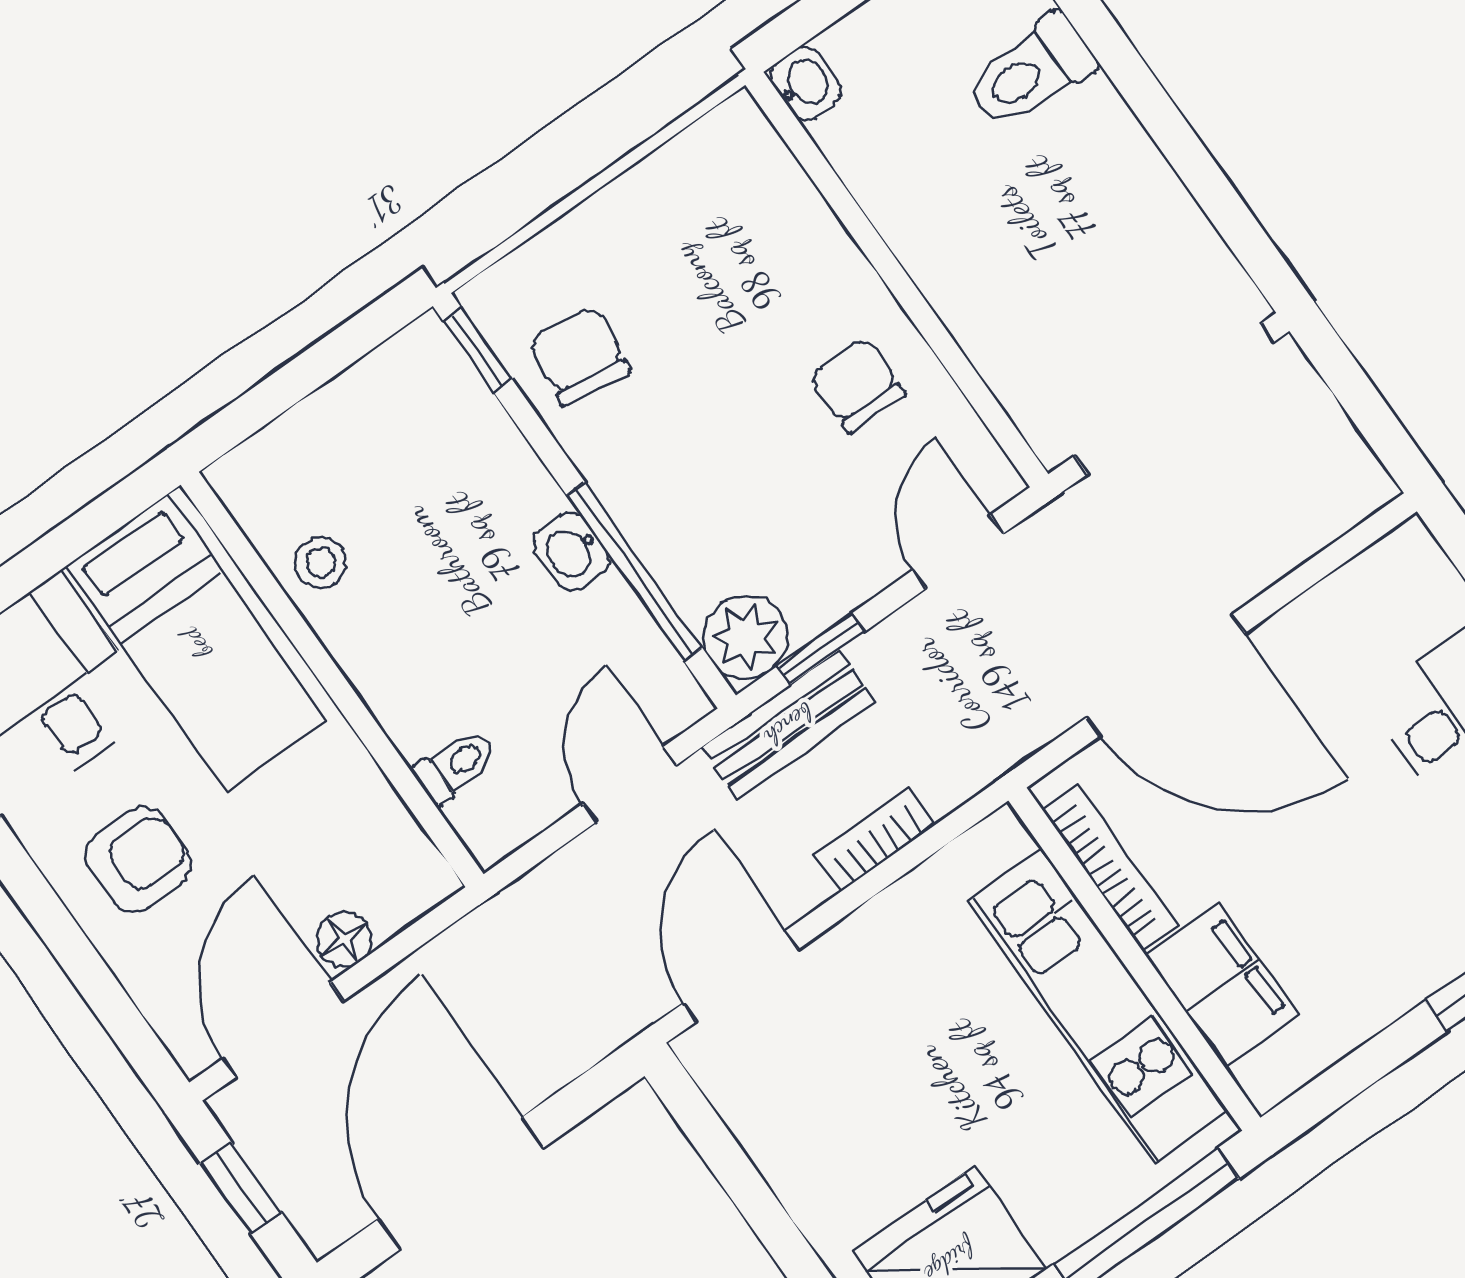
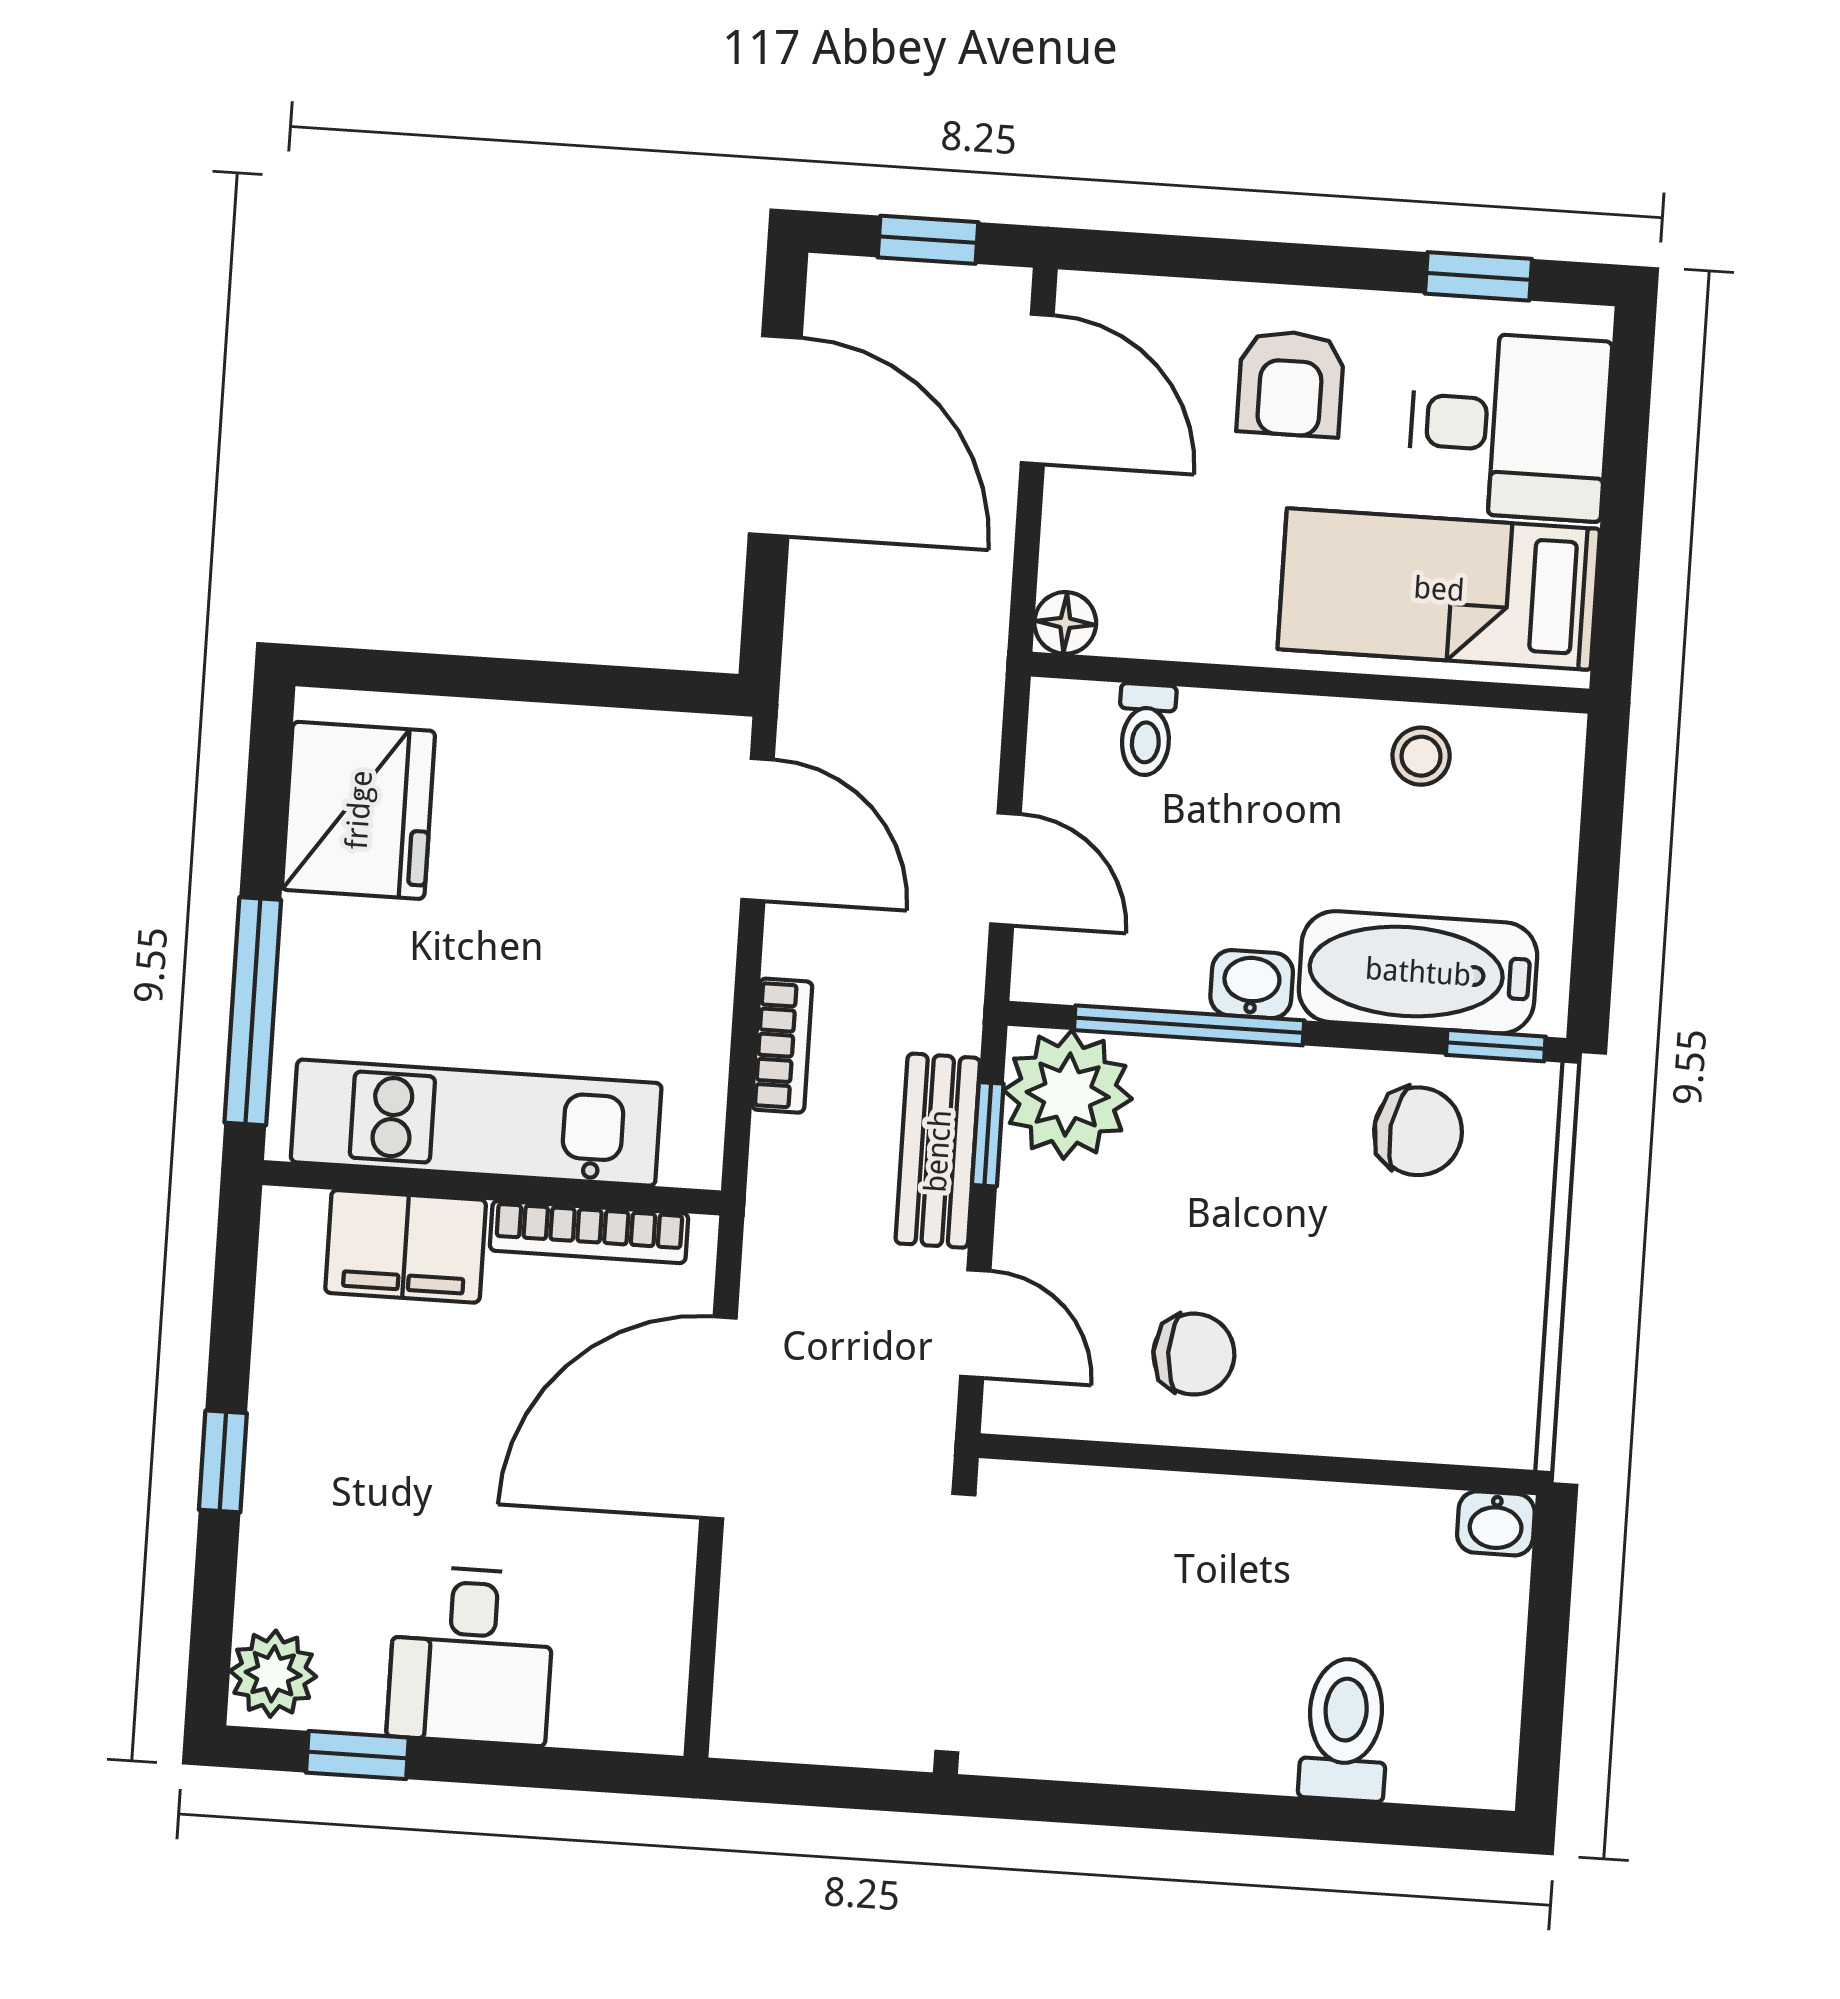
bathtub: (471, 444) -> (1418, 972), added
plant: (746, 637) -> (1068, 1094), width x1.36, depth x1.36
bench: (789, 725) -> (938, 1151), moved
floor lamp: (344, 940) -> (1065, 623), moved

